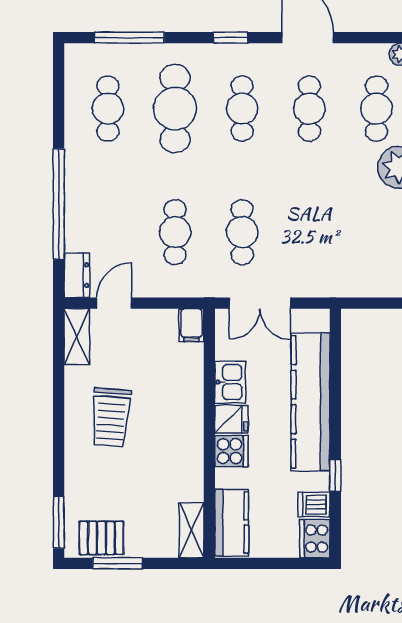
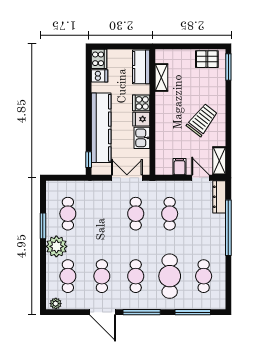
window: (230, 38) -> (142, 312), width x2.17
cafe table: (376, 232) -> (68, 214), added
dresser: (77, 275) -> (219, 197), width x1.44
door: (114, 303) -> (200, 178), swing flipped
filing cabinet: (191, 325) -> (179, 167), moved
trolley: (111, 418) -> (202, 120), turned 34
window: (335, 475) -> (89, 160), moved
shelving: (191, 530) -> (161, 77), moved
window: (118, 563) -> (199, 46), removed

